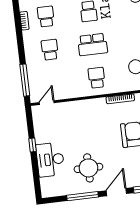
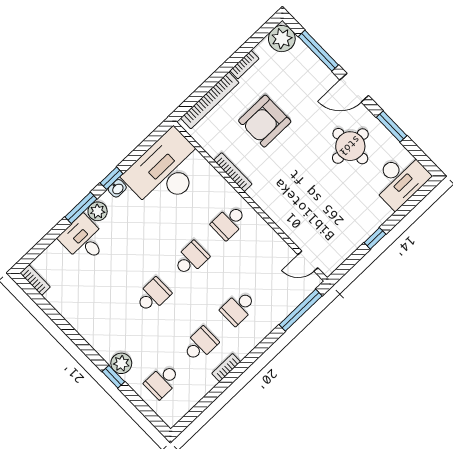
school desk: (46, 16) -> (200, 345), turned 180
school desk: (93, 45) -> (191, 259), width x0.54
desk: (50, 160) -> (400, 179), moved
window: (82, 196) -> (392, 127), width x0.69

